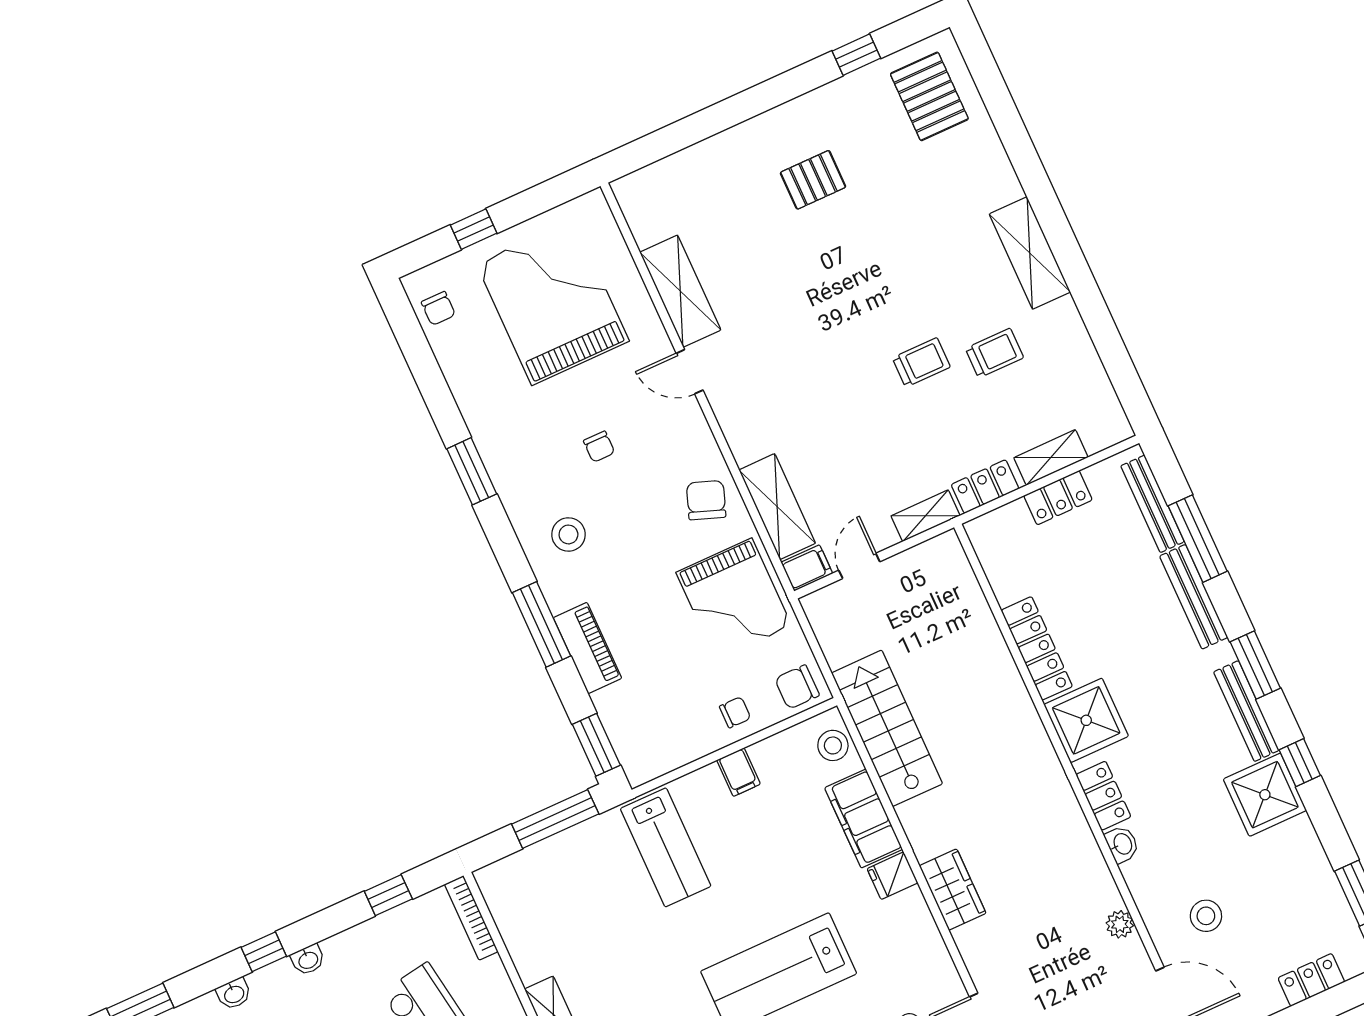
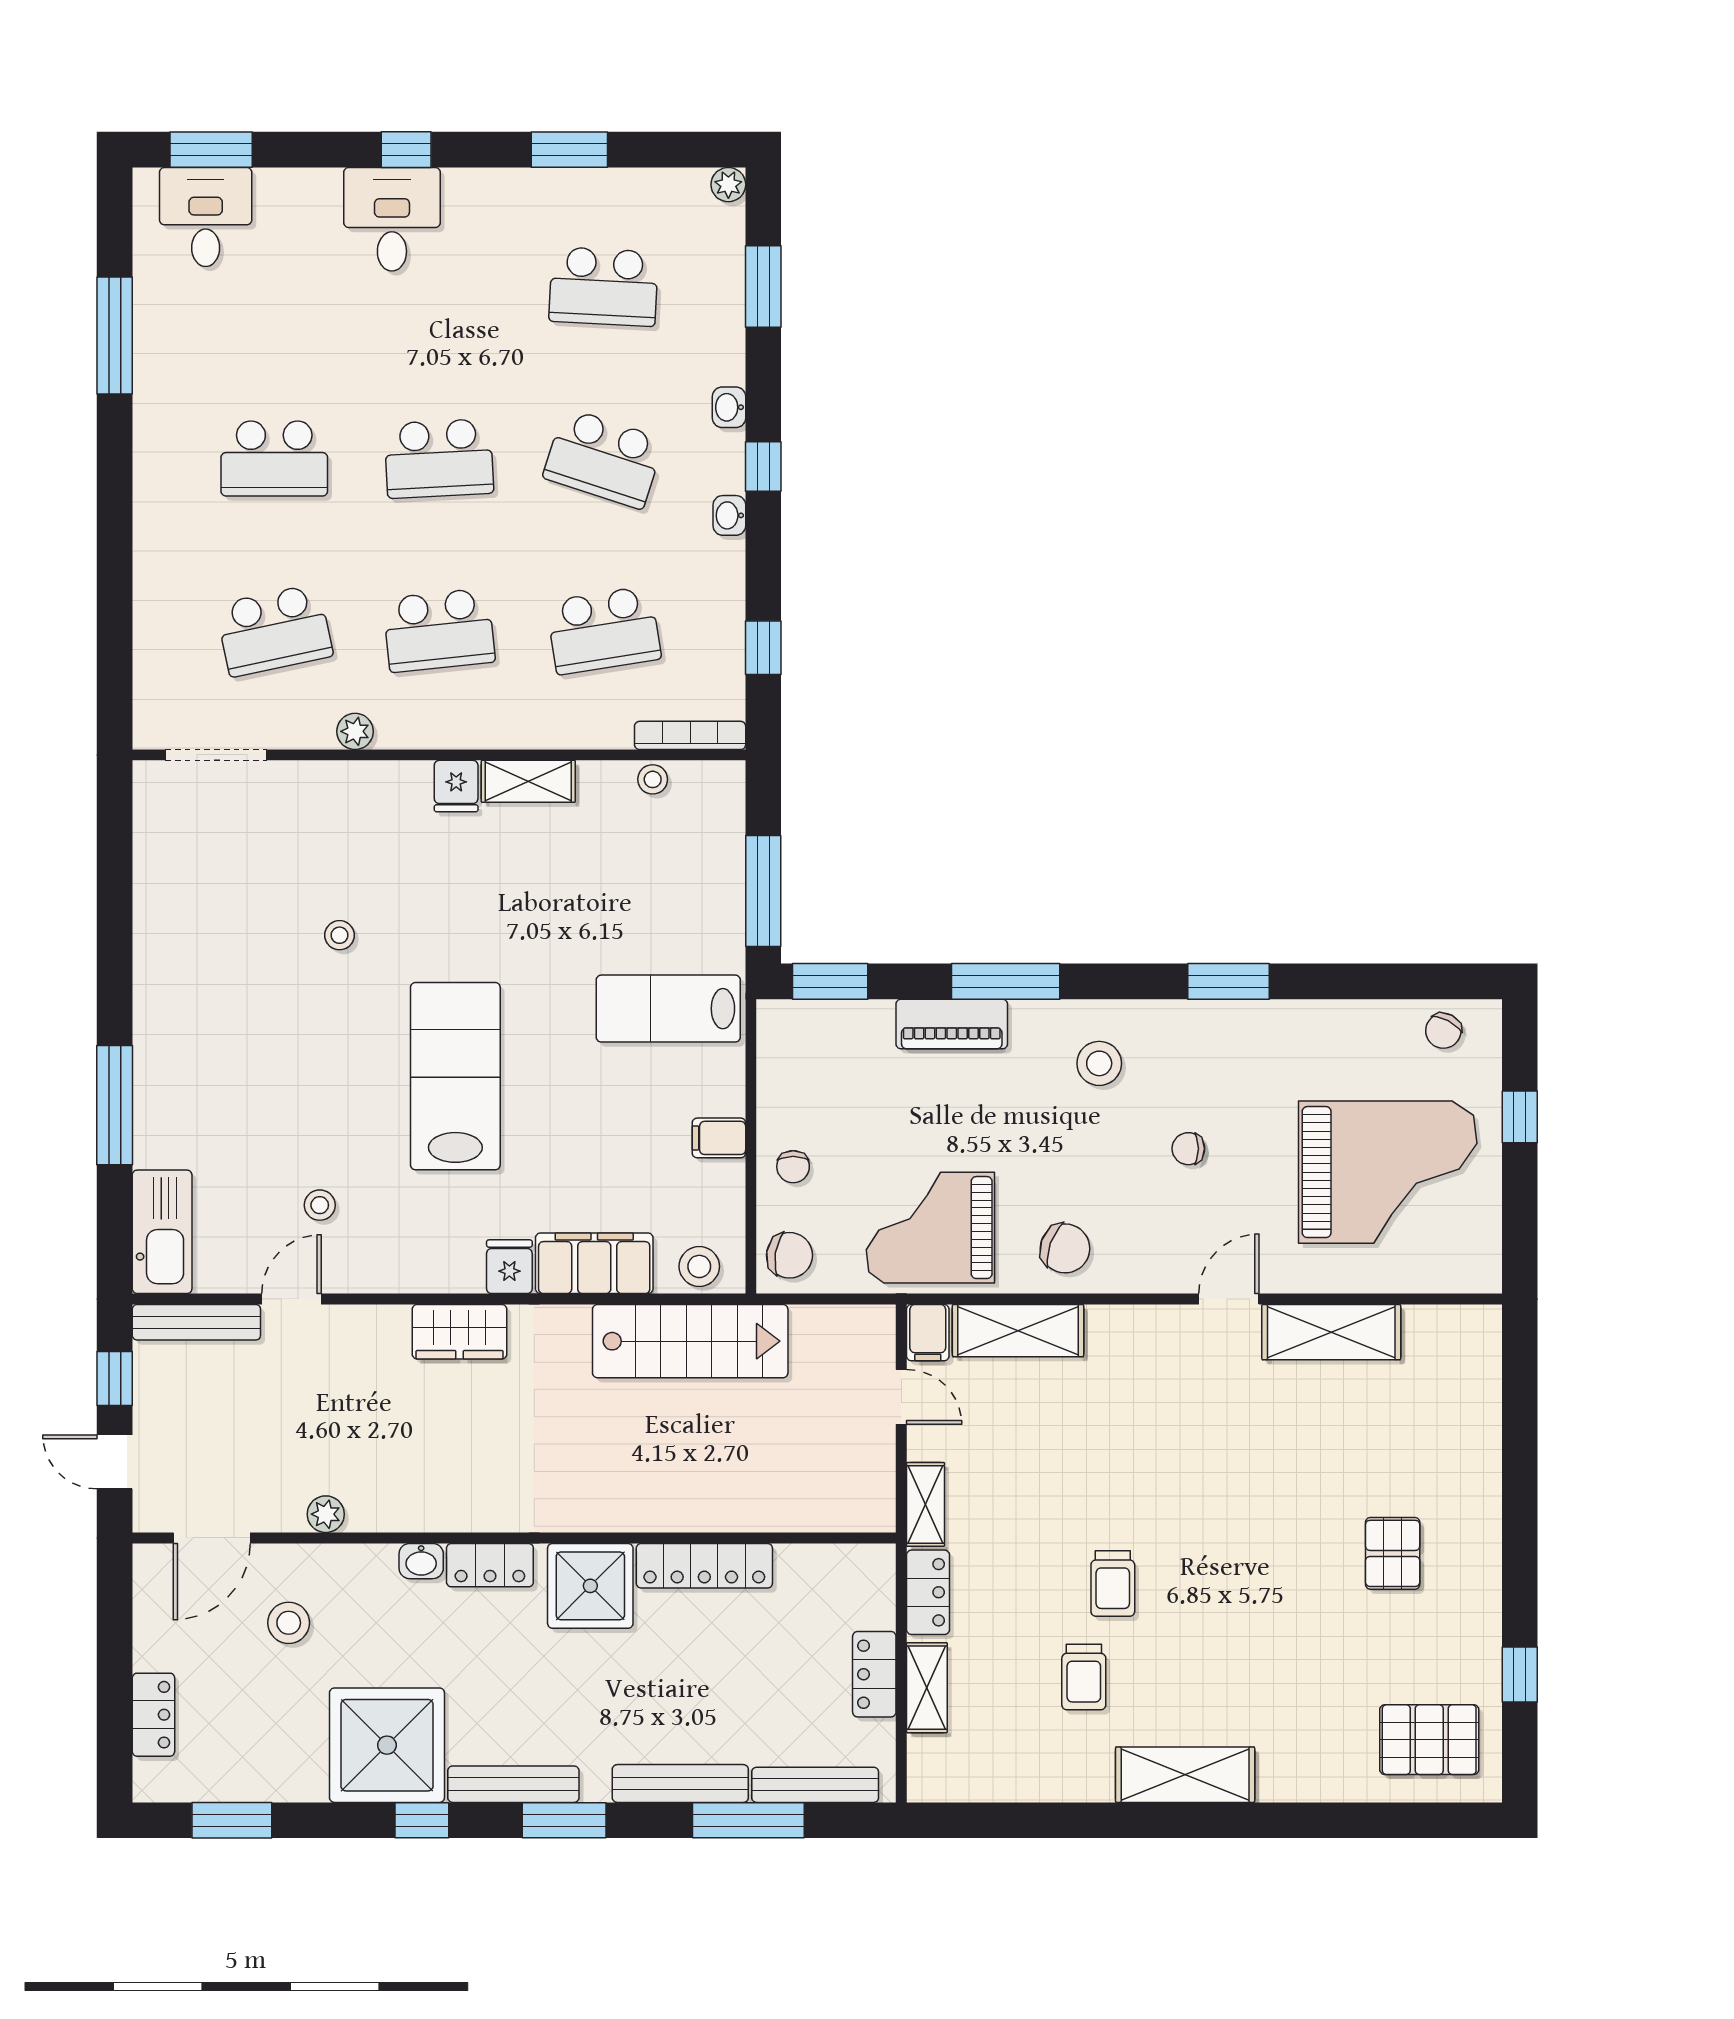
chair: (438, 308) -> (1443, 1031), turned -62
chair: (797, 687) -> (790, 1255), turned 99
shower: (1265, 795) -> (387, 1745), width x1.37, depth x1.37
stool: (513, 930) -> (653, 779), added

